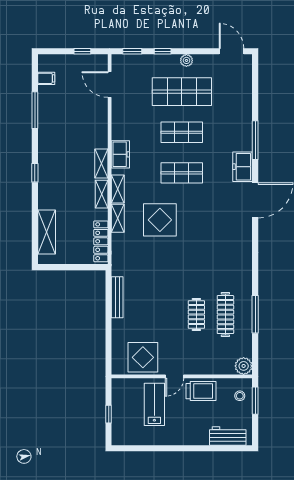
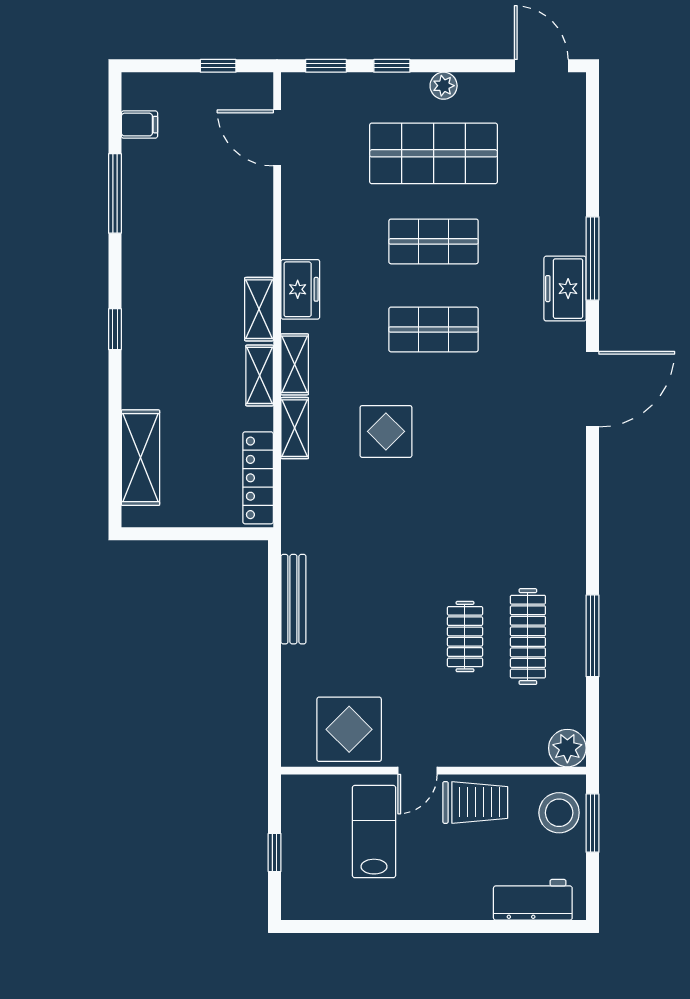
freezer: (243, 167) -> (565, 289), moved
display table: (160, 220) -> (386, 431), width x0.73, depth x0.73
stool: (240, 396) -> (559, 813), width x1.89, depth x1.89

